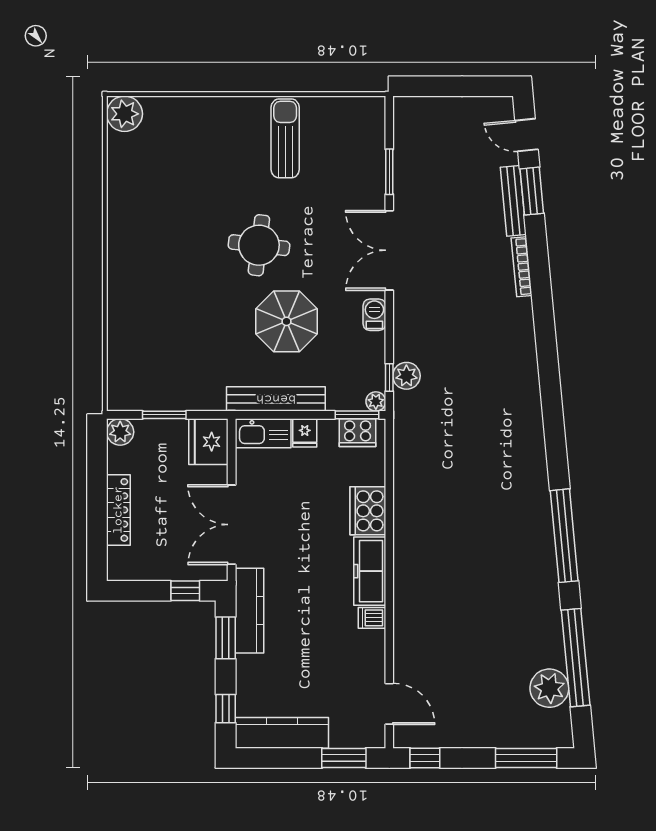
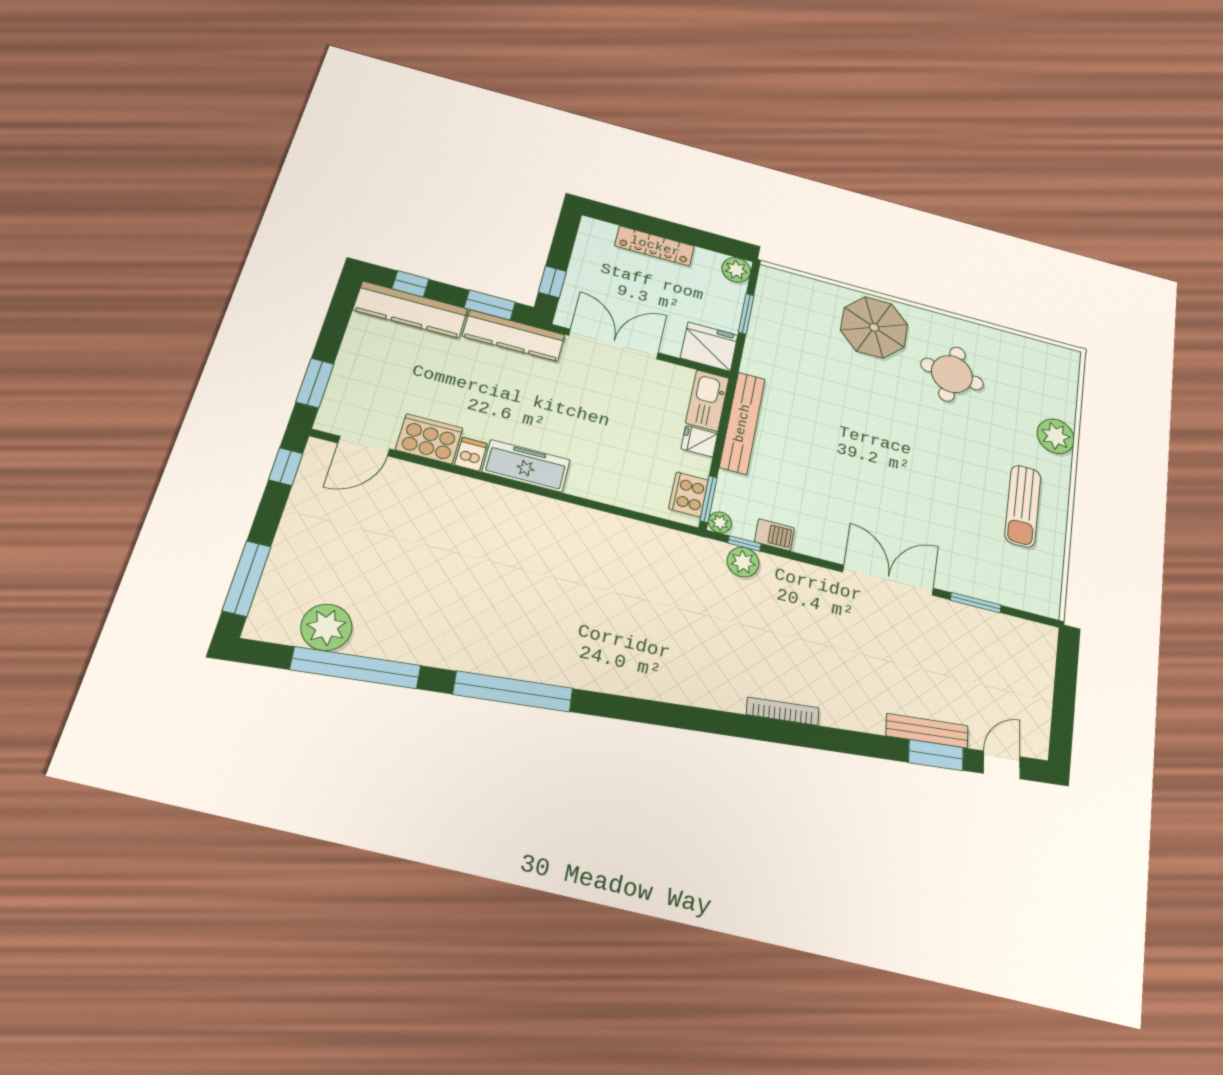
plant: (125, 114) -> (1056, 436), moved
sun lounger: (285, 138) -> (1023, 506), turned 90
round table: (259, 245) -> (952, 374), moved
bookcase: (522, 267) -> (783, 711), moved
barbecue: (374, 315) -> (774, 535), moved
parasol: (287, 321) -> (874, 327), moved
cooker: (368, 511) -> (429, 439), moved
kitchen counter: (282, 733) -> (411, 309), moved, turned 90

